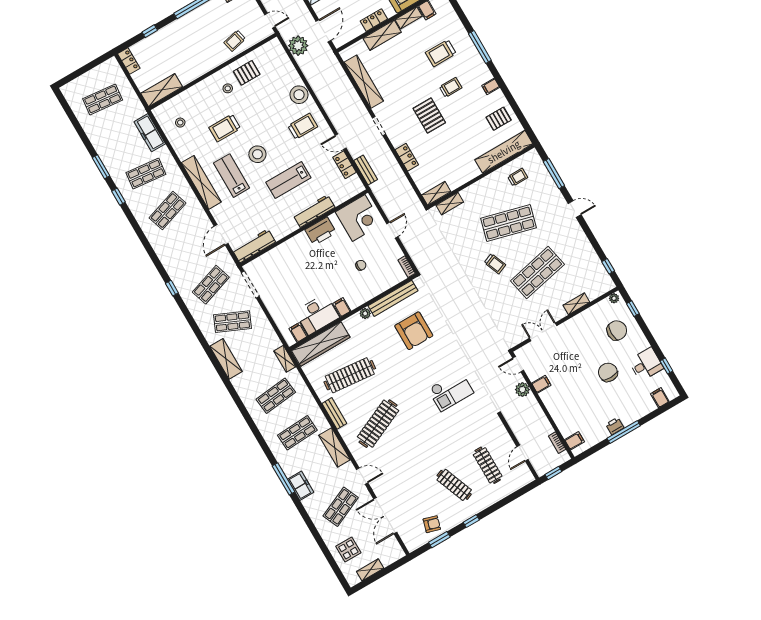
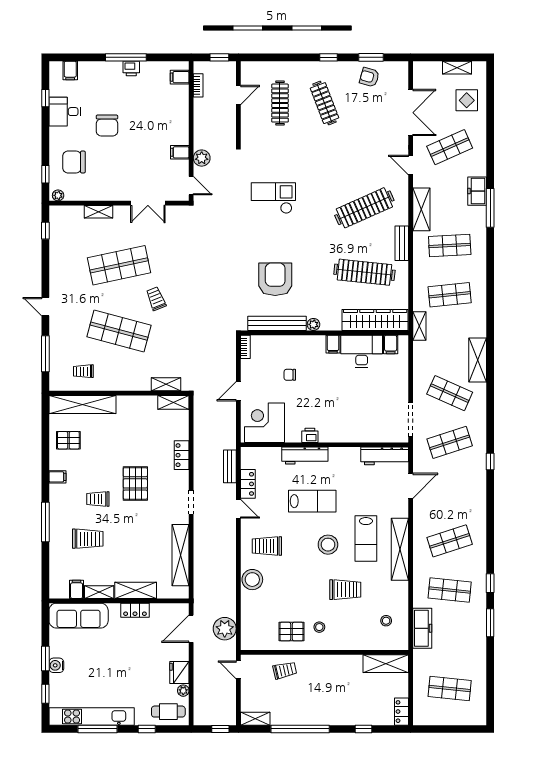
printer: (321, 231) -> (310, 435), width x0.53, depth x0.68

